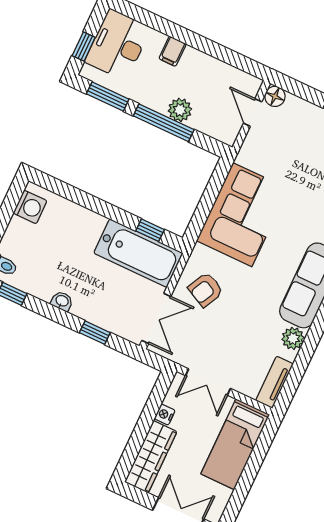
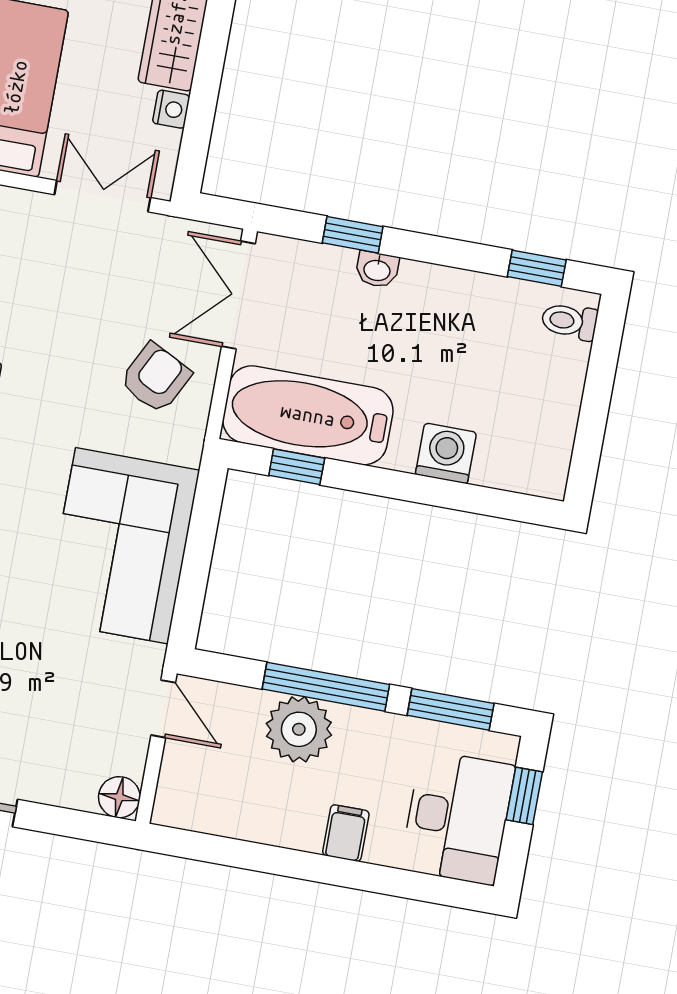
plant: (180, 110) -> (299, 729), width x1.36, depth x1.36
door: (253, 112) -> (163, 709), moved
washing machine: (30, 207) -> (446, 453), moved, turned 90
washbasin: (62, 301) -> (377, 270), moved

